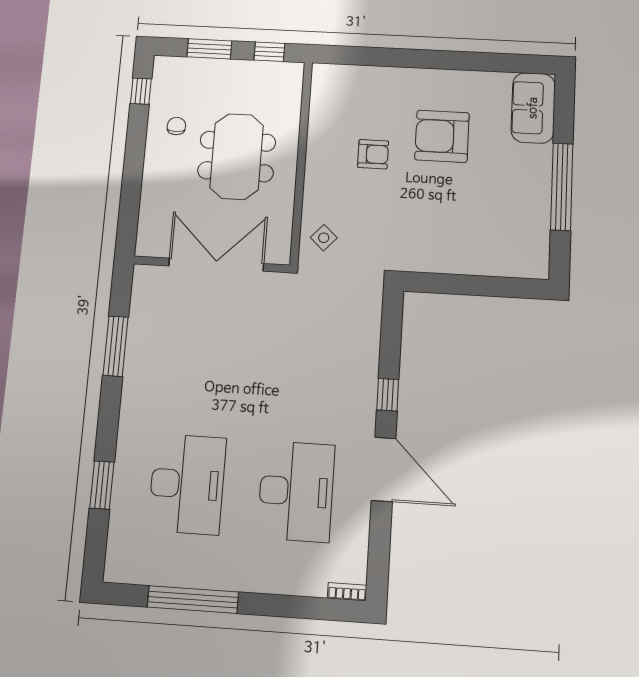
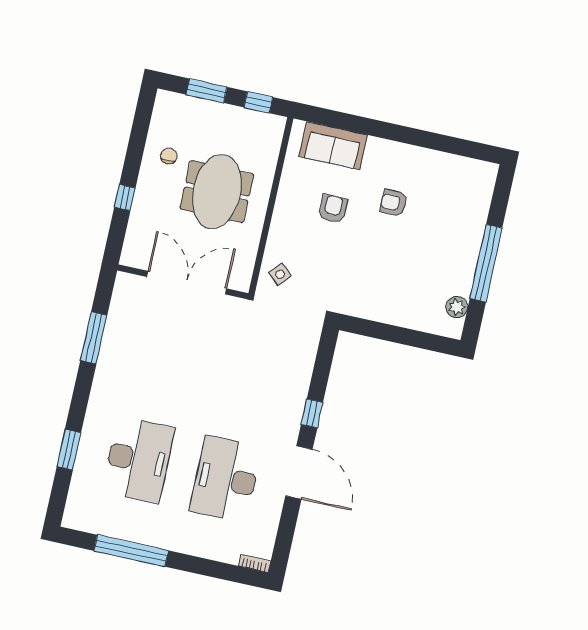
window: (141, 91) -> (125, 197), moved
sofa: (533, 108) -> (333, 146), moved, turned -90
armchair: (442, 136) -> (394, 203), width x0.53, depth x0.53
armchair: (373, 154) -> (333, 209), turned -90
plant: (537, 242) -> (457, 307), added
desk: (296, 491) -> (226, 479), turned 180

